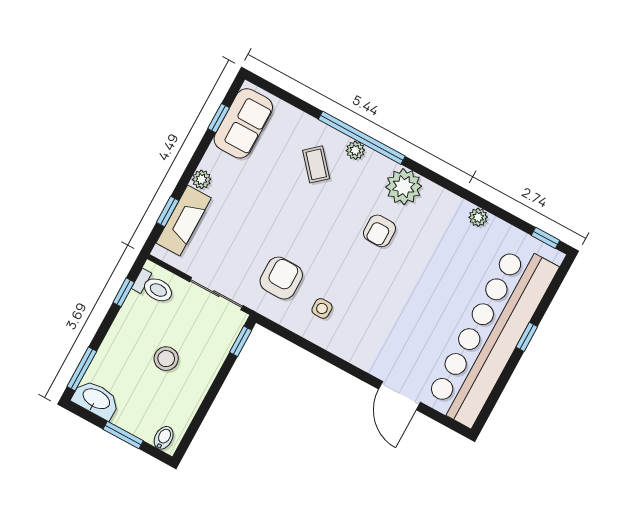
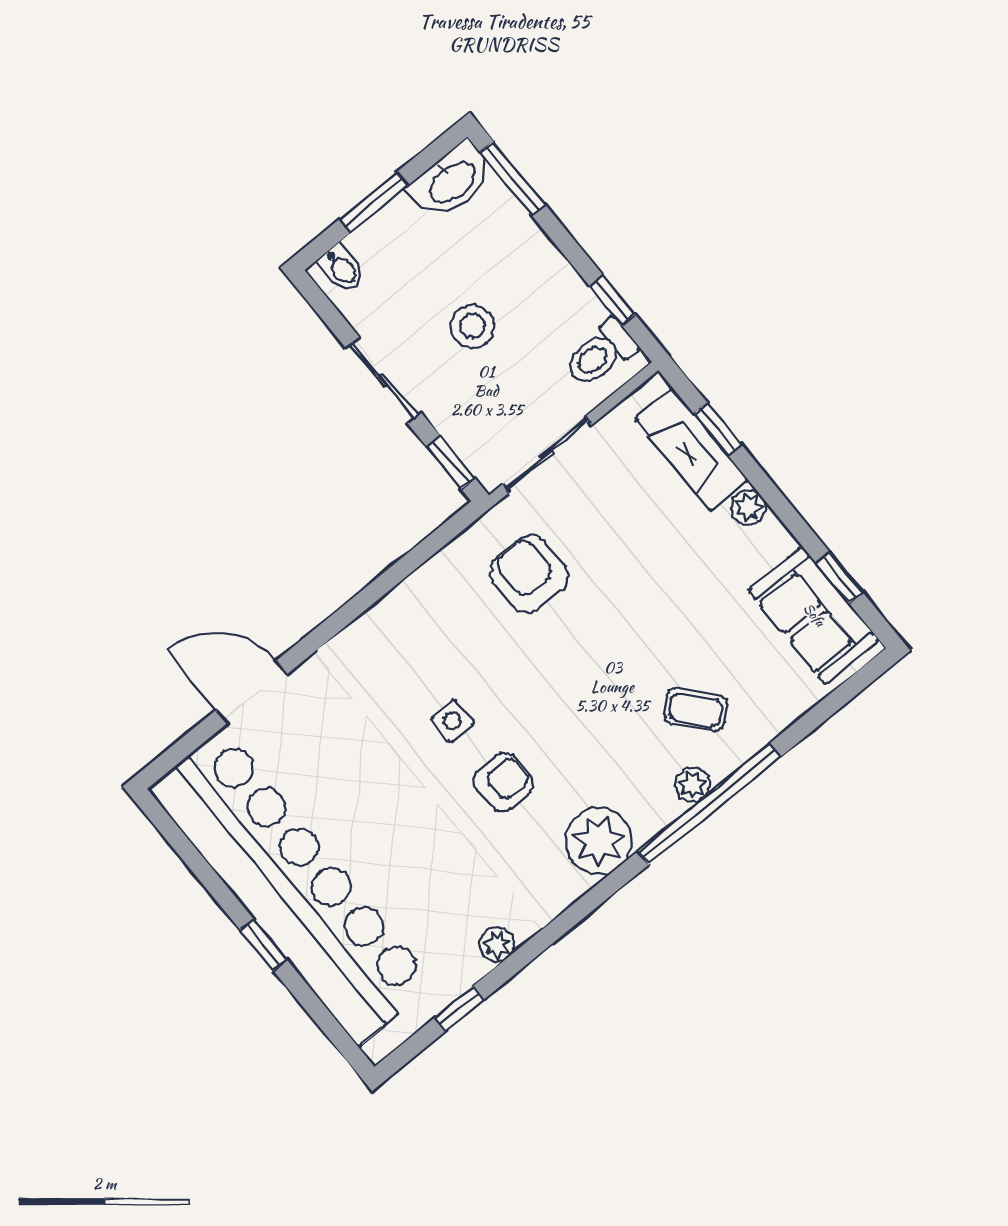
armchair: (379, 231) -> (503, 782), moved, turned 90
window: (545, 238) -> (459, 1008), moved
armchair: (281, 278) -> (529, 574), turned 180
side table: (322, 308) -> (452, 721), moved
sliding door: (212, 393) -> (383, 380), added

